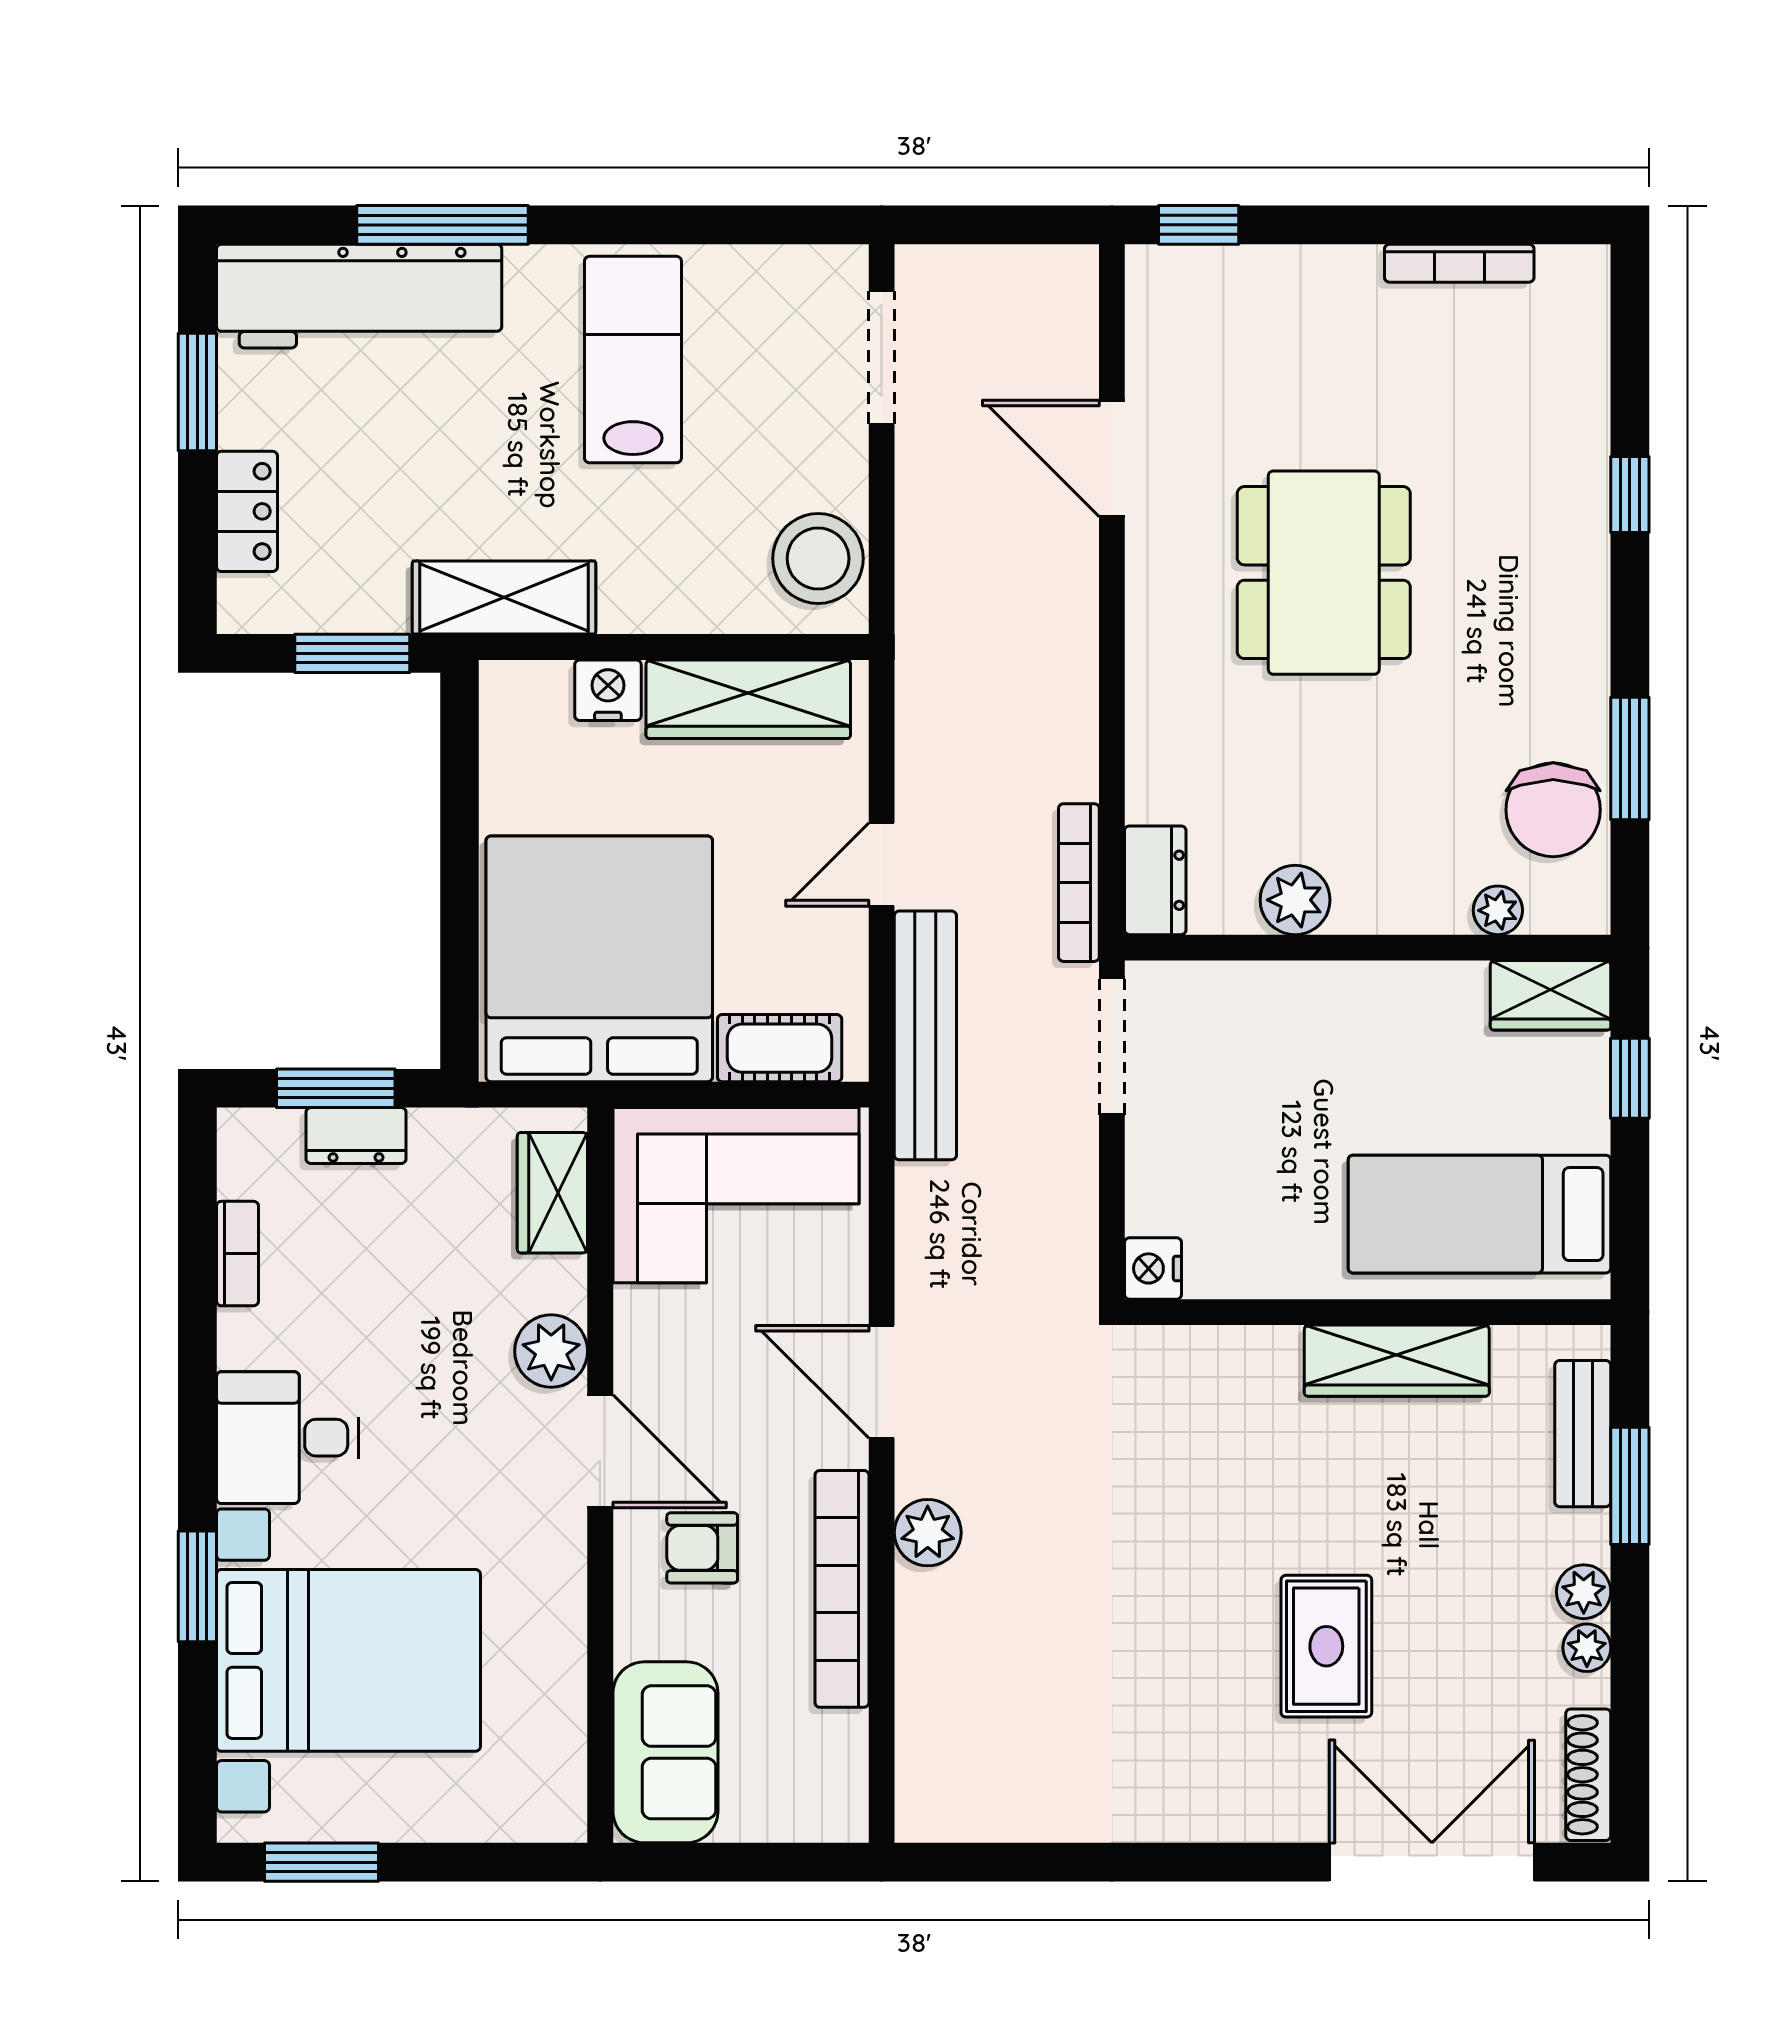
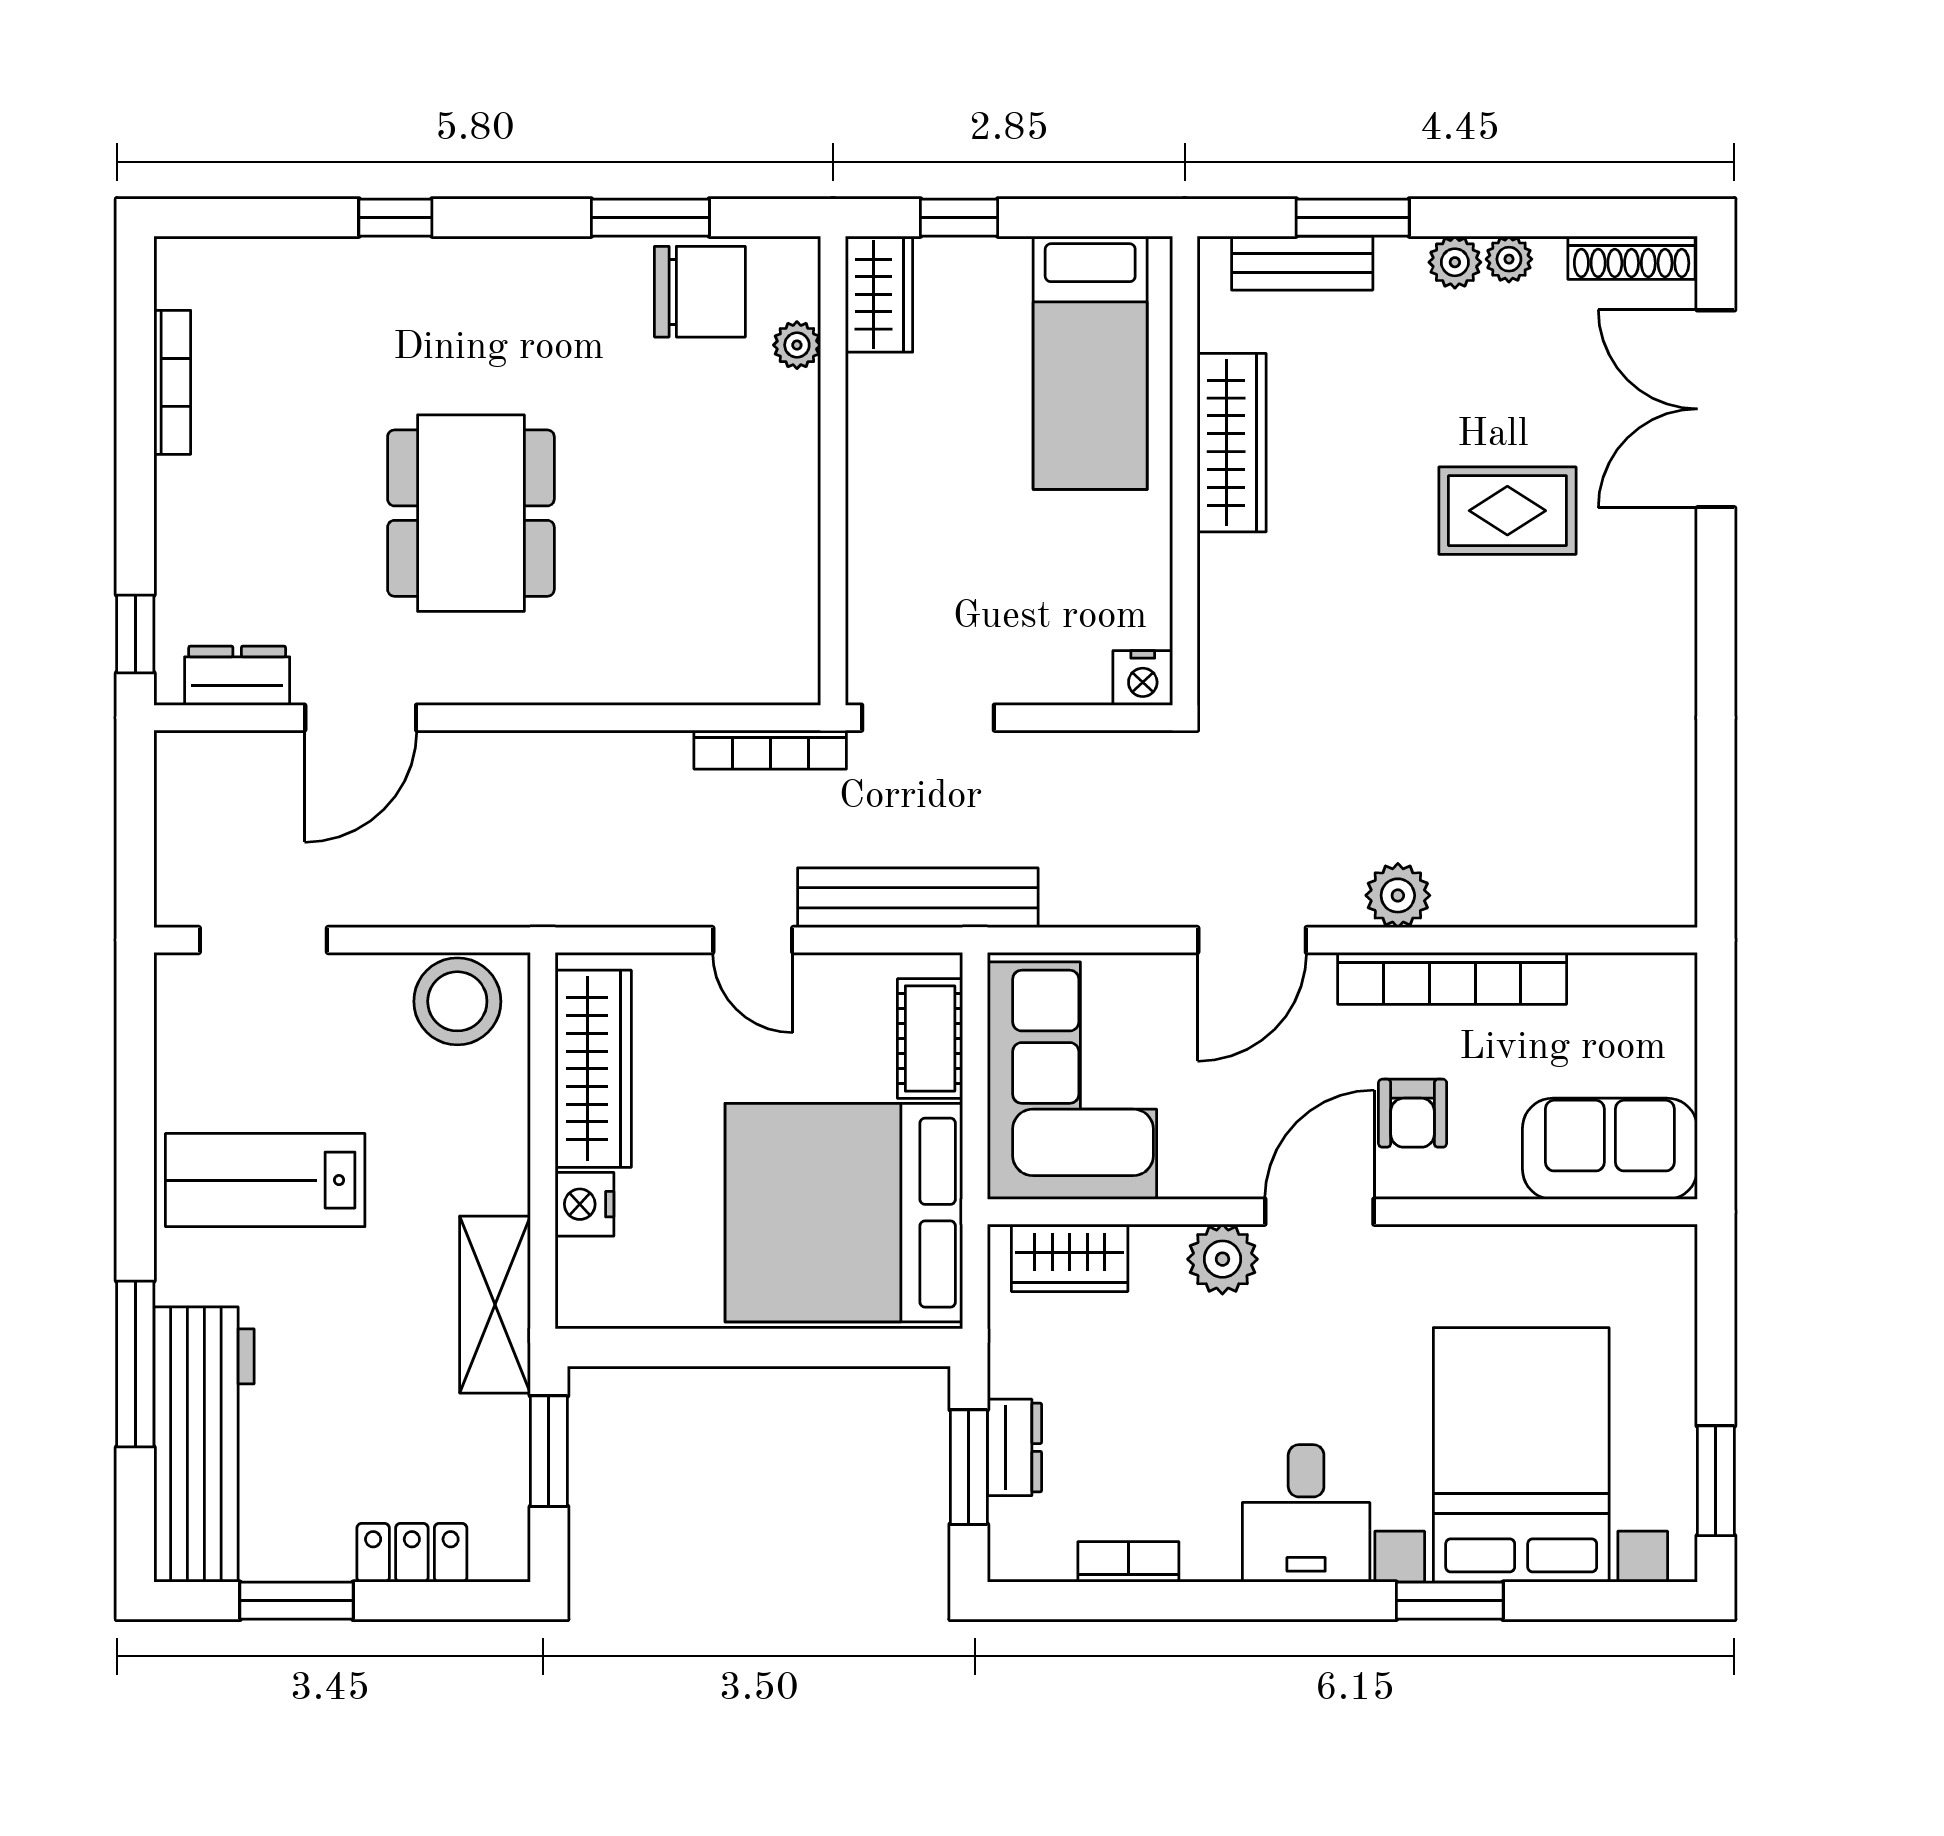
dining table: (1324, 573) -> (471, 513), turned 90
dresser: (1155, 880) -> (237, 676), moved
plant: (1295, 900) -> (787, 541), removed

